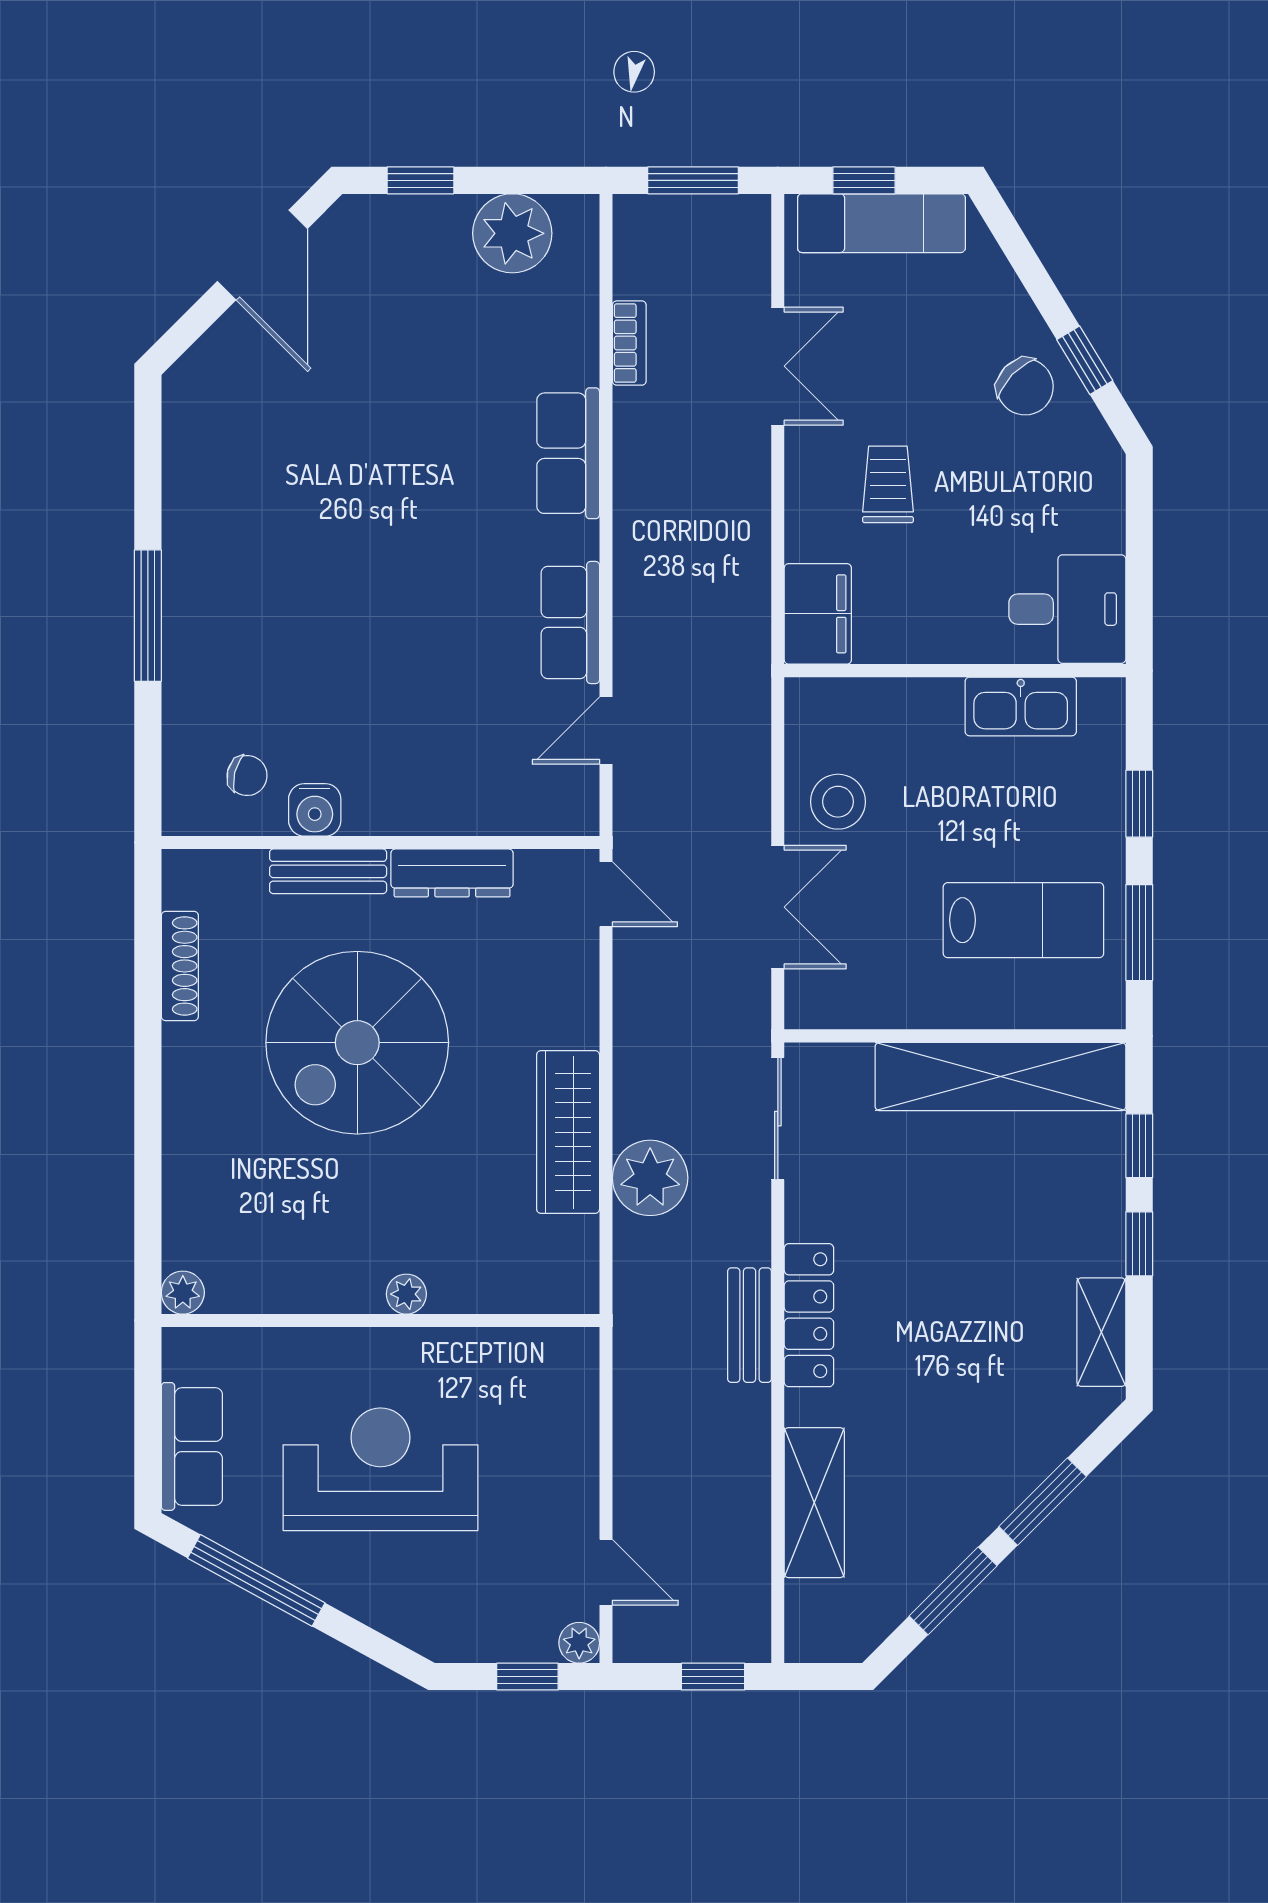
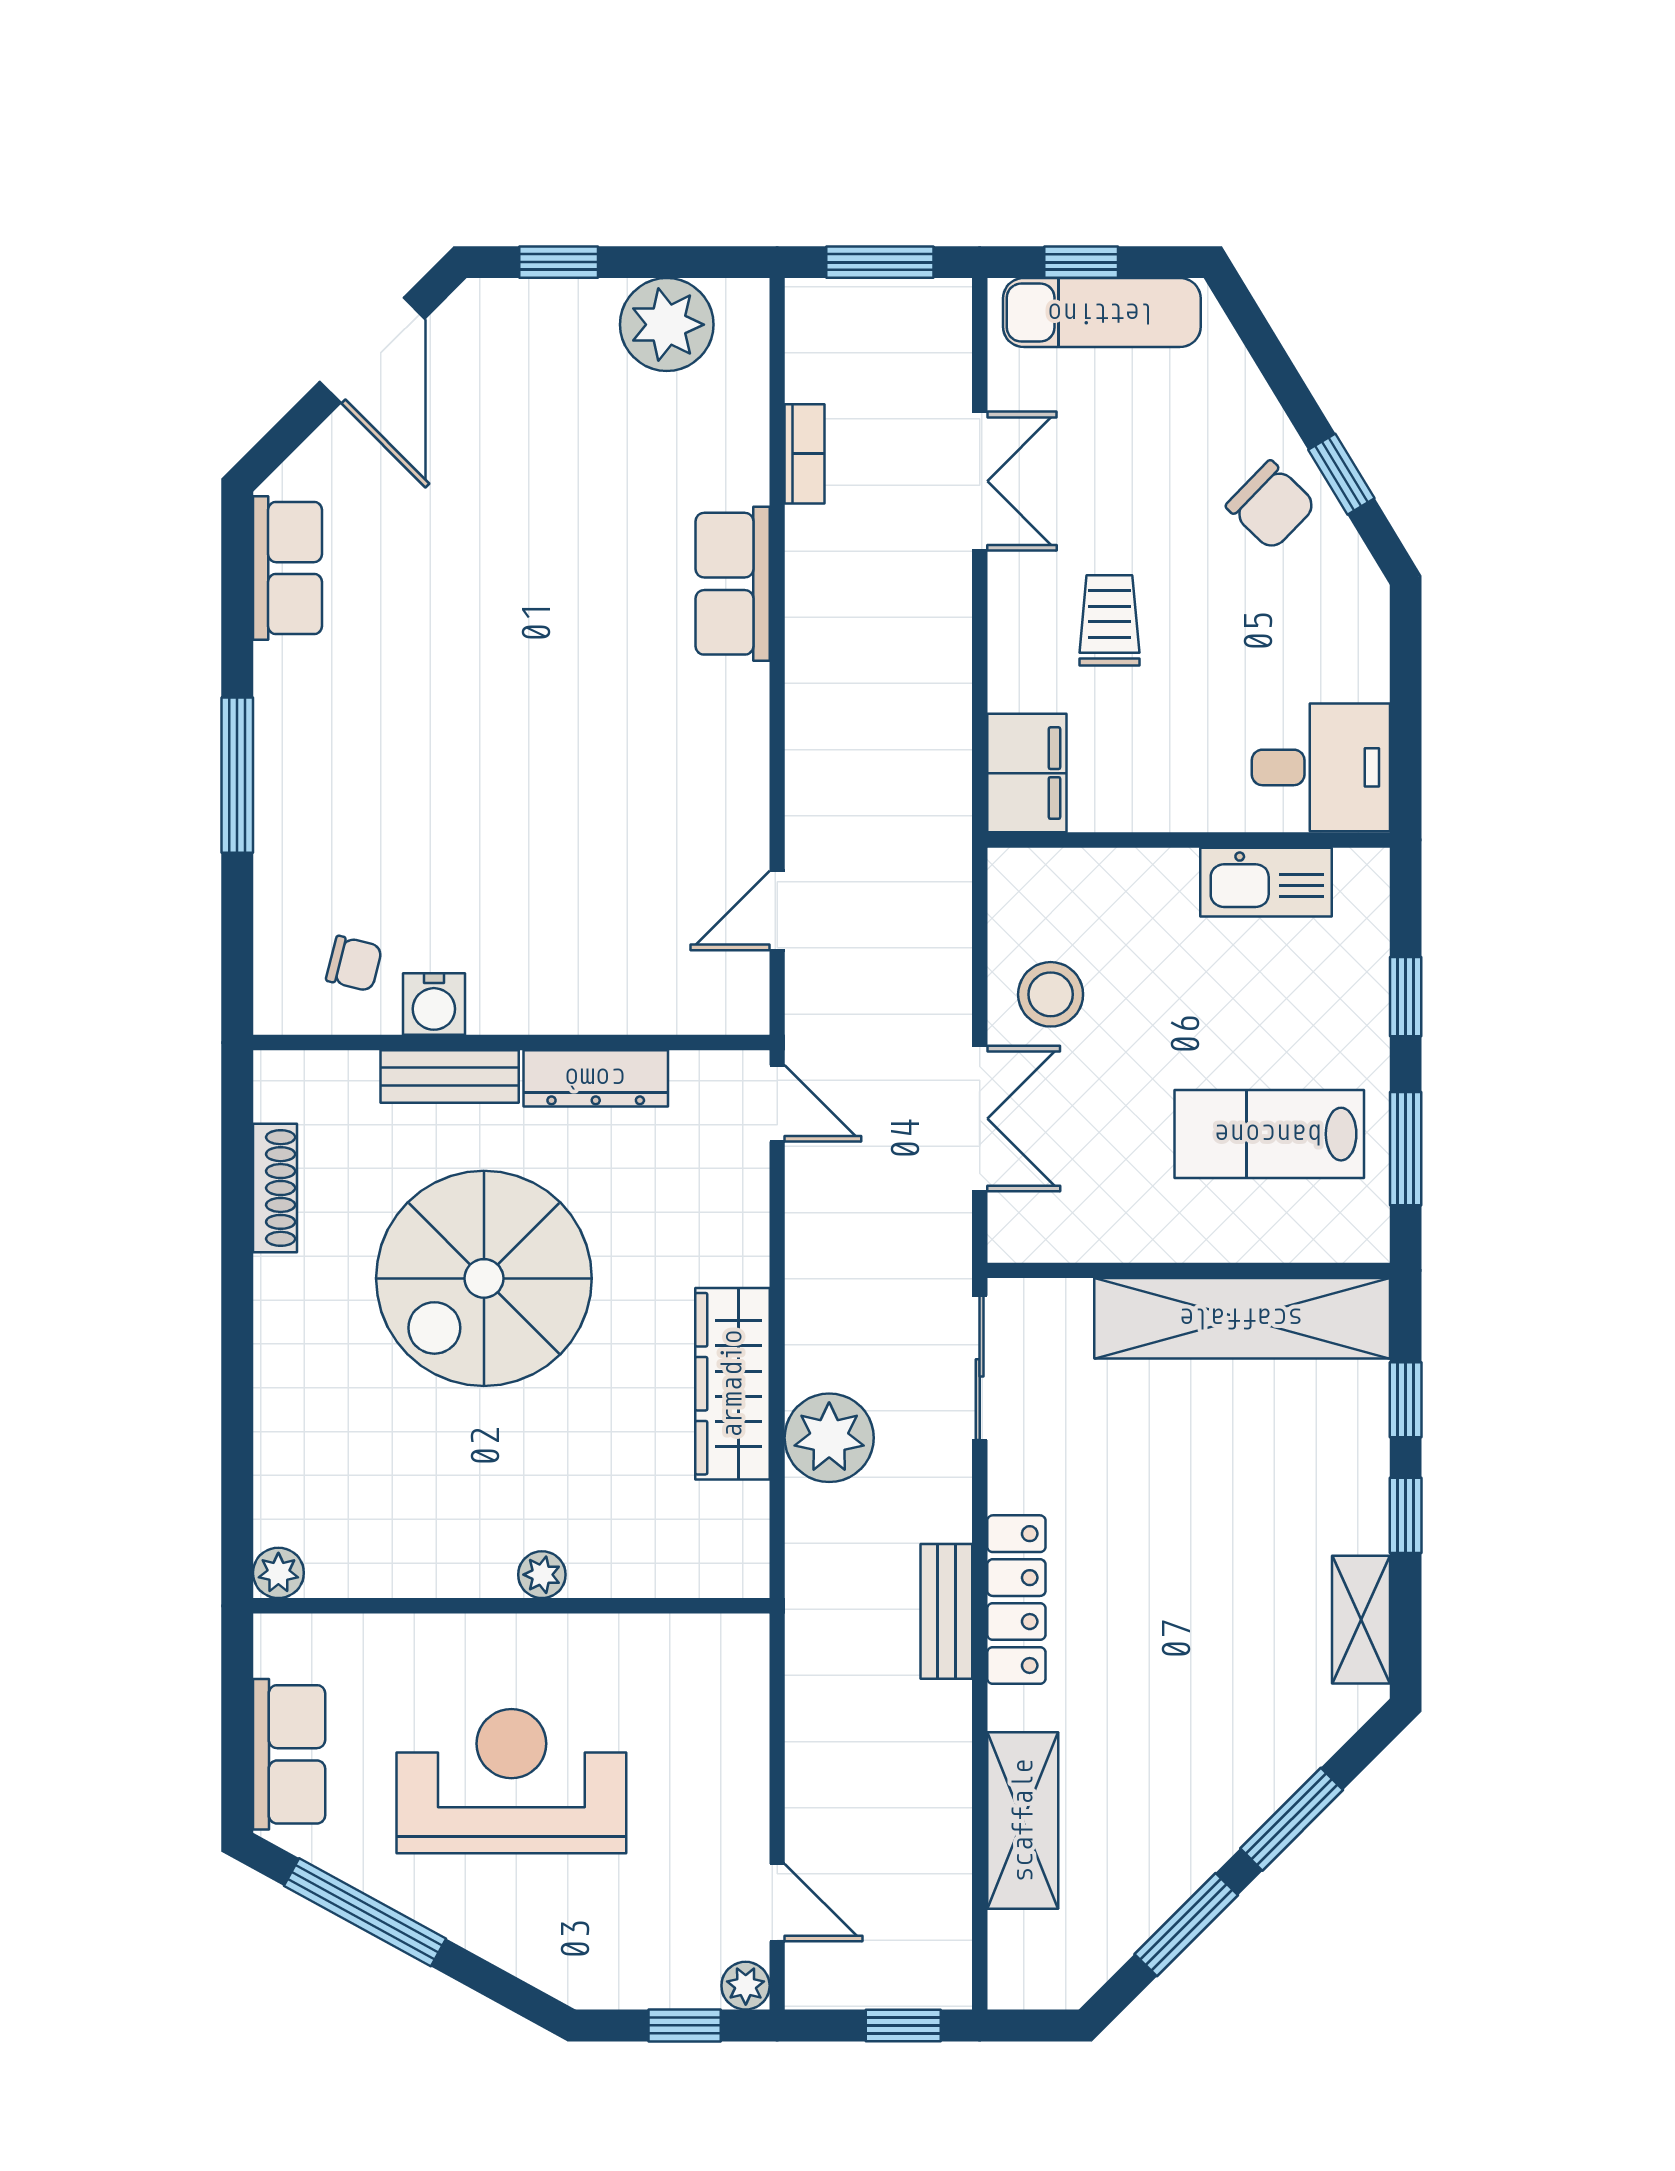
row of seats: (570, 623) -> (287, 568), moved, turned 180
lab bench: (1023, 920) -> (1269, 1134), turned 180

